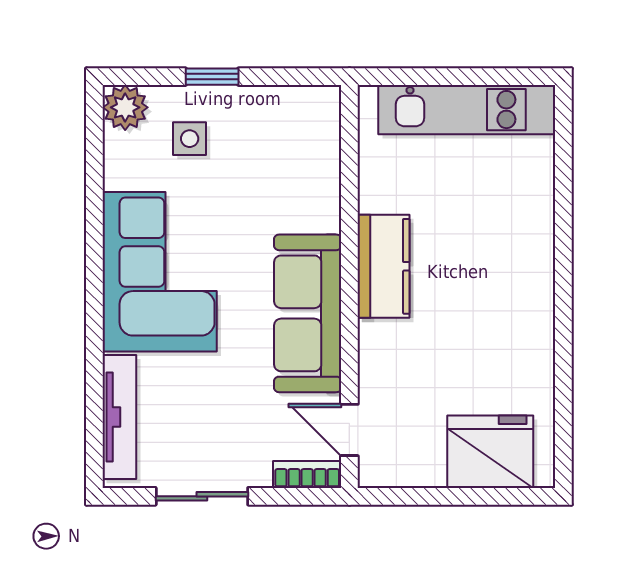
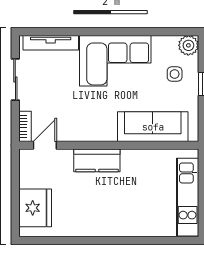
kitchen counter: (384, 266) -> (97, 160), moved
sofa: (308, 313) -> (153, 127), moved

